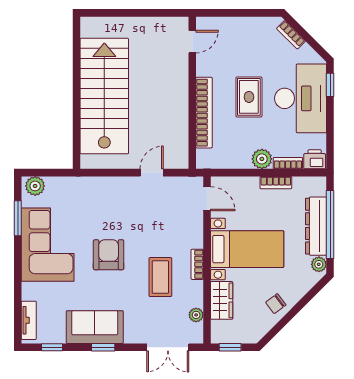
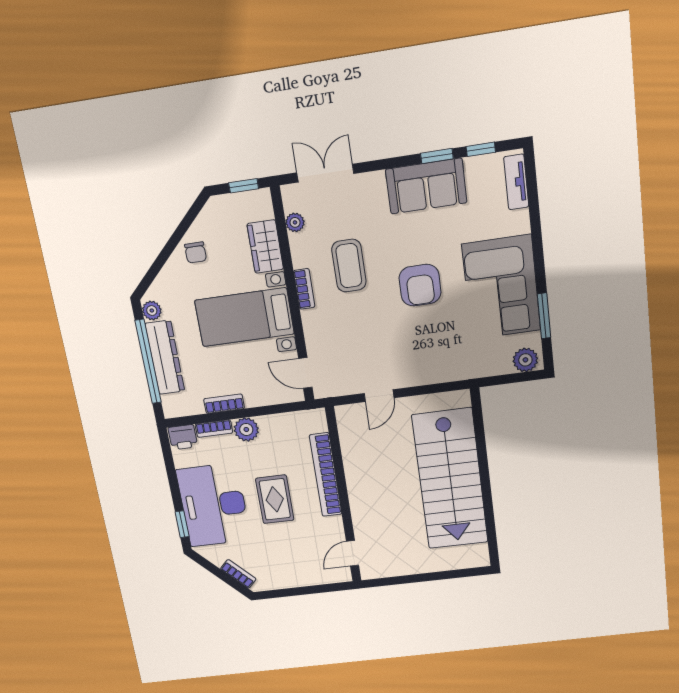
chair: (276, 304) -> (196, 252), turned 127
window: (103, 347) -> (437, 156), moved

